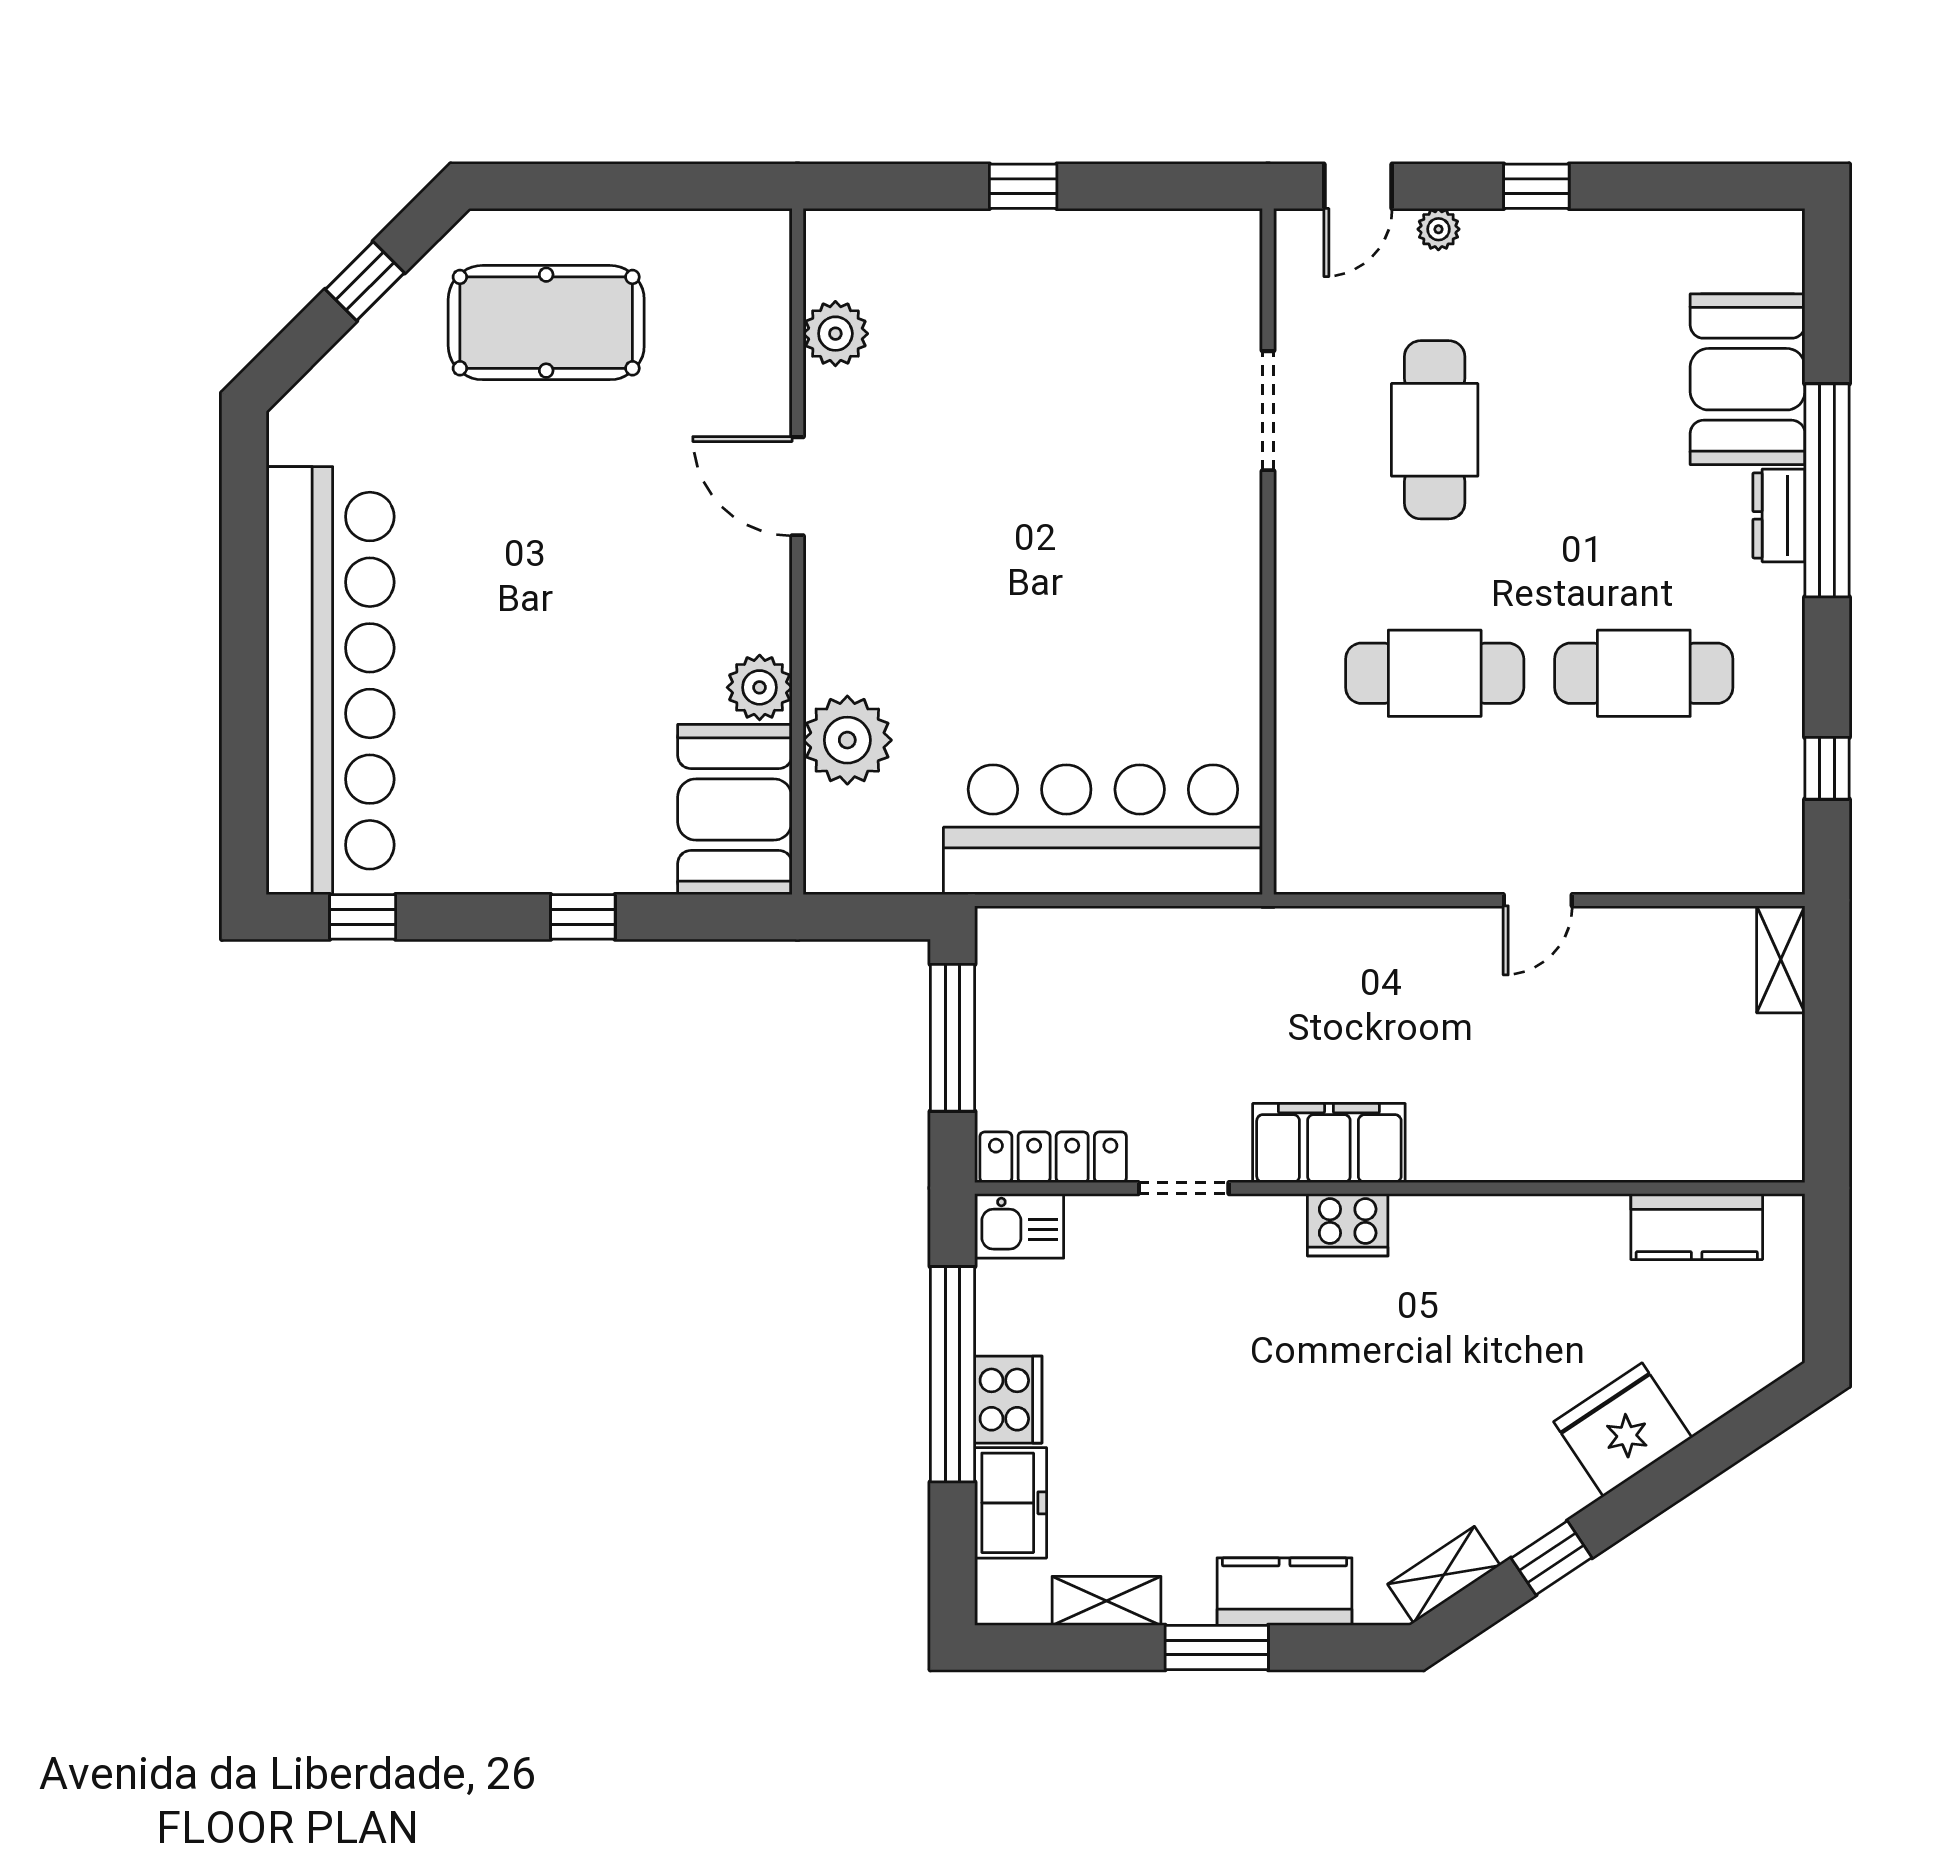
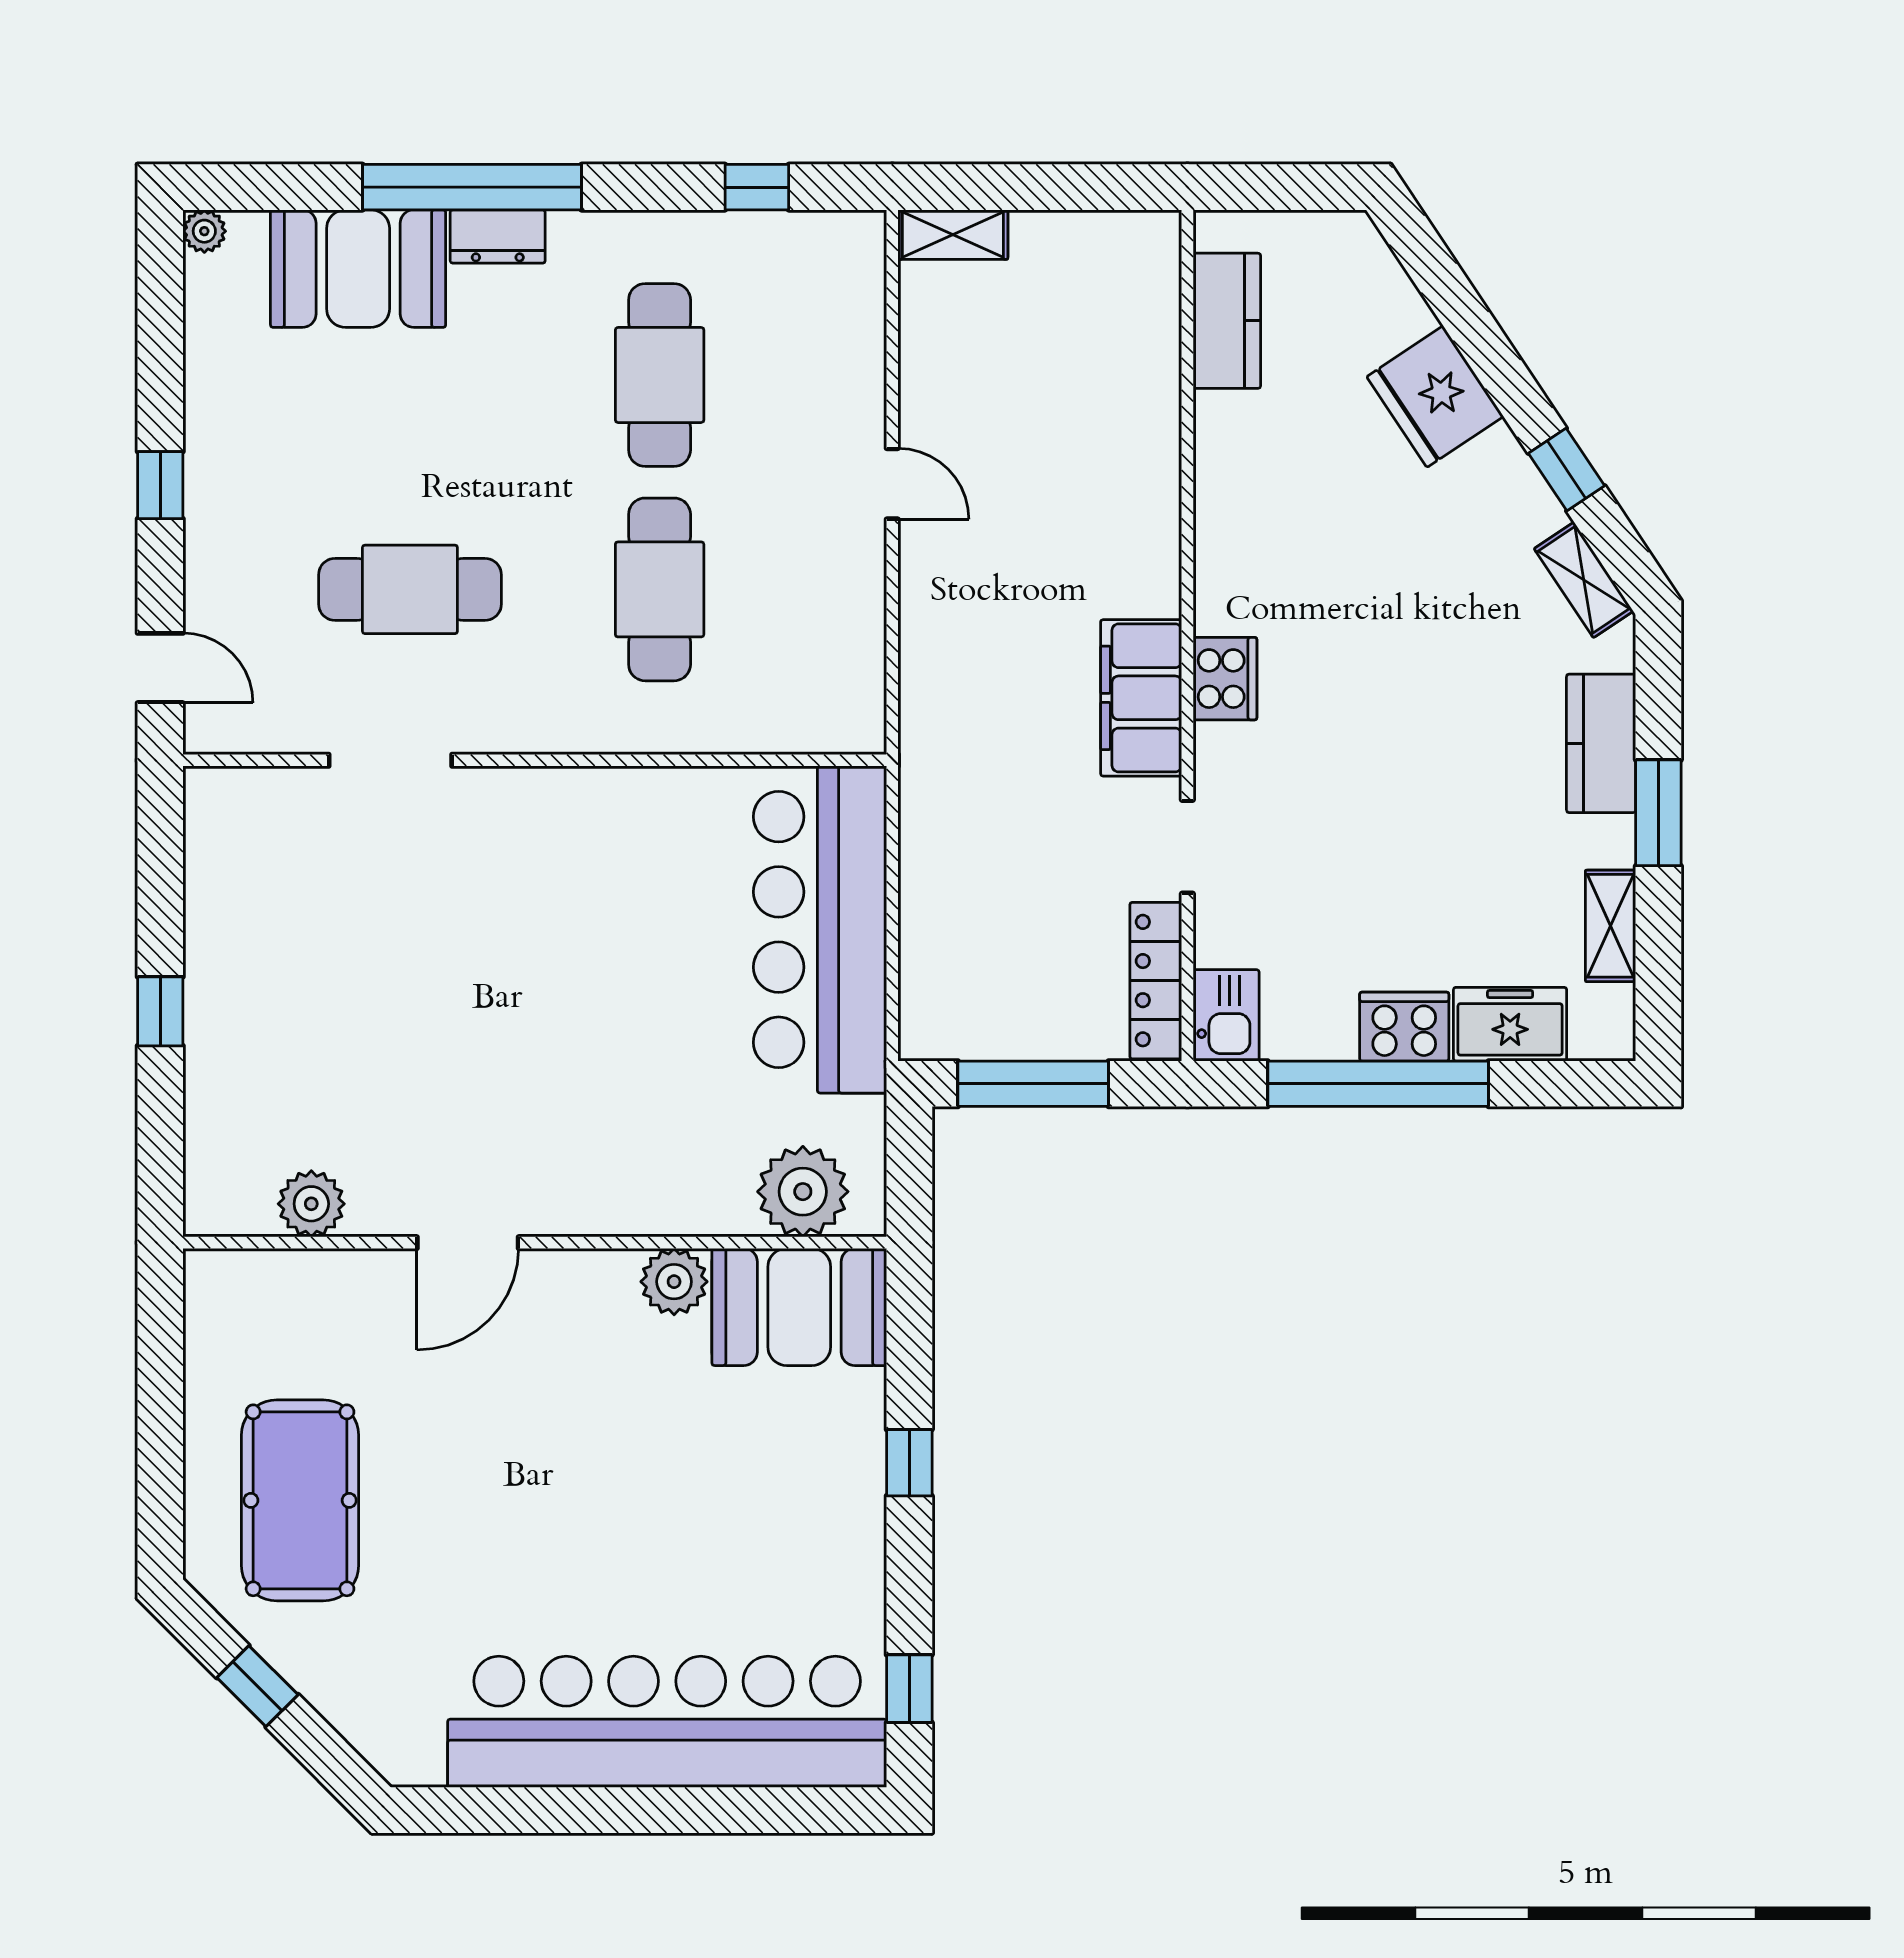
plant: (1438, 229) -> (204, 231), moved
plant: (847, 740) -> (803, 1192), moved

